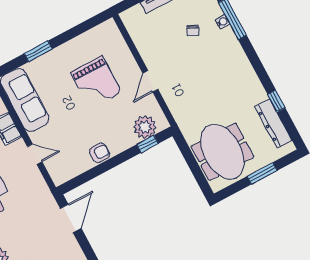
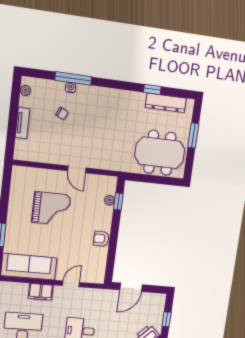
plant: (145, 127) -> (109, 200), width x0.53, depth x0.53
armchair: (100, 153) -> (101, 239), turned -90
door: (71, 218) -> (131, 287), swing flipped

